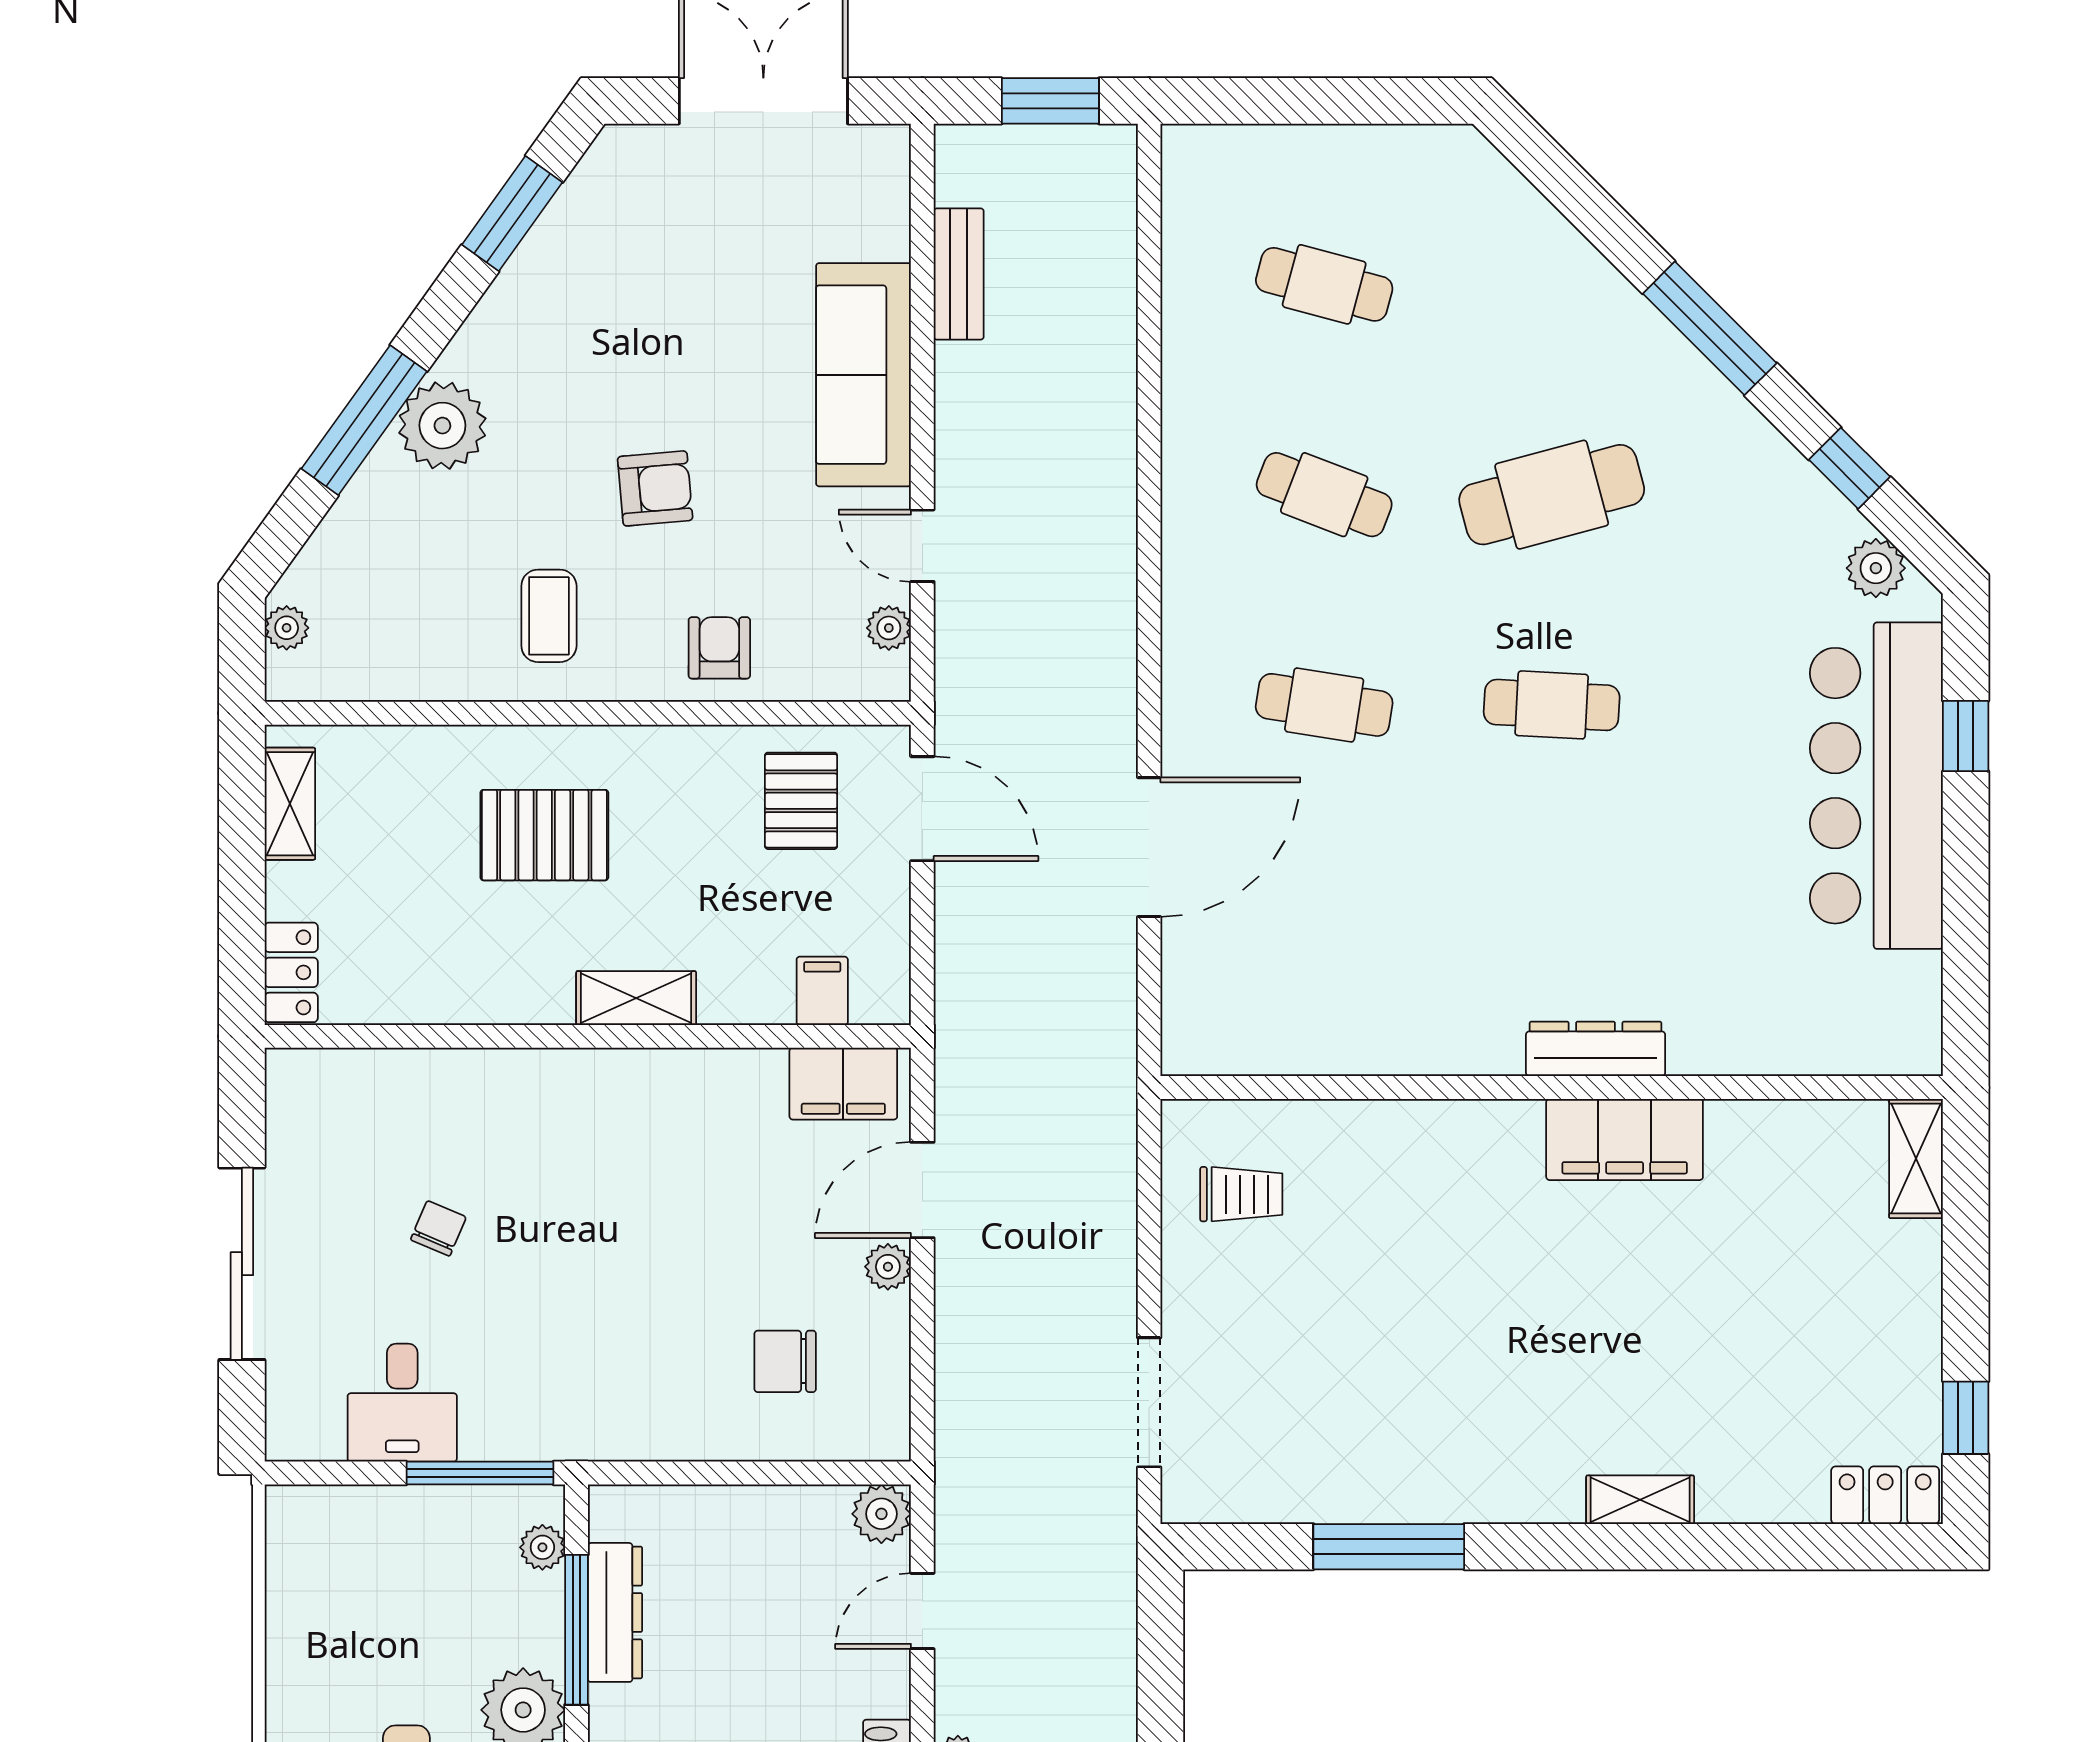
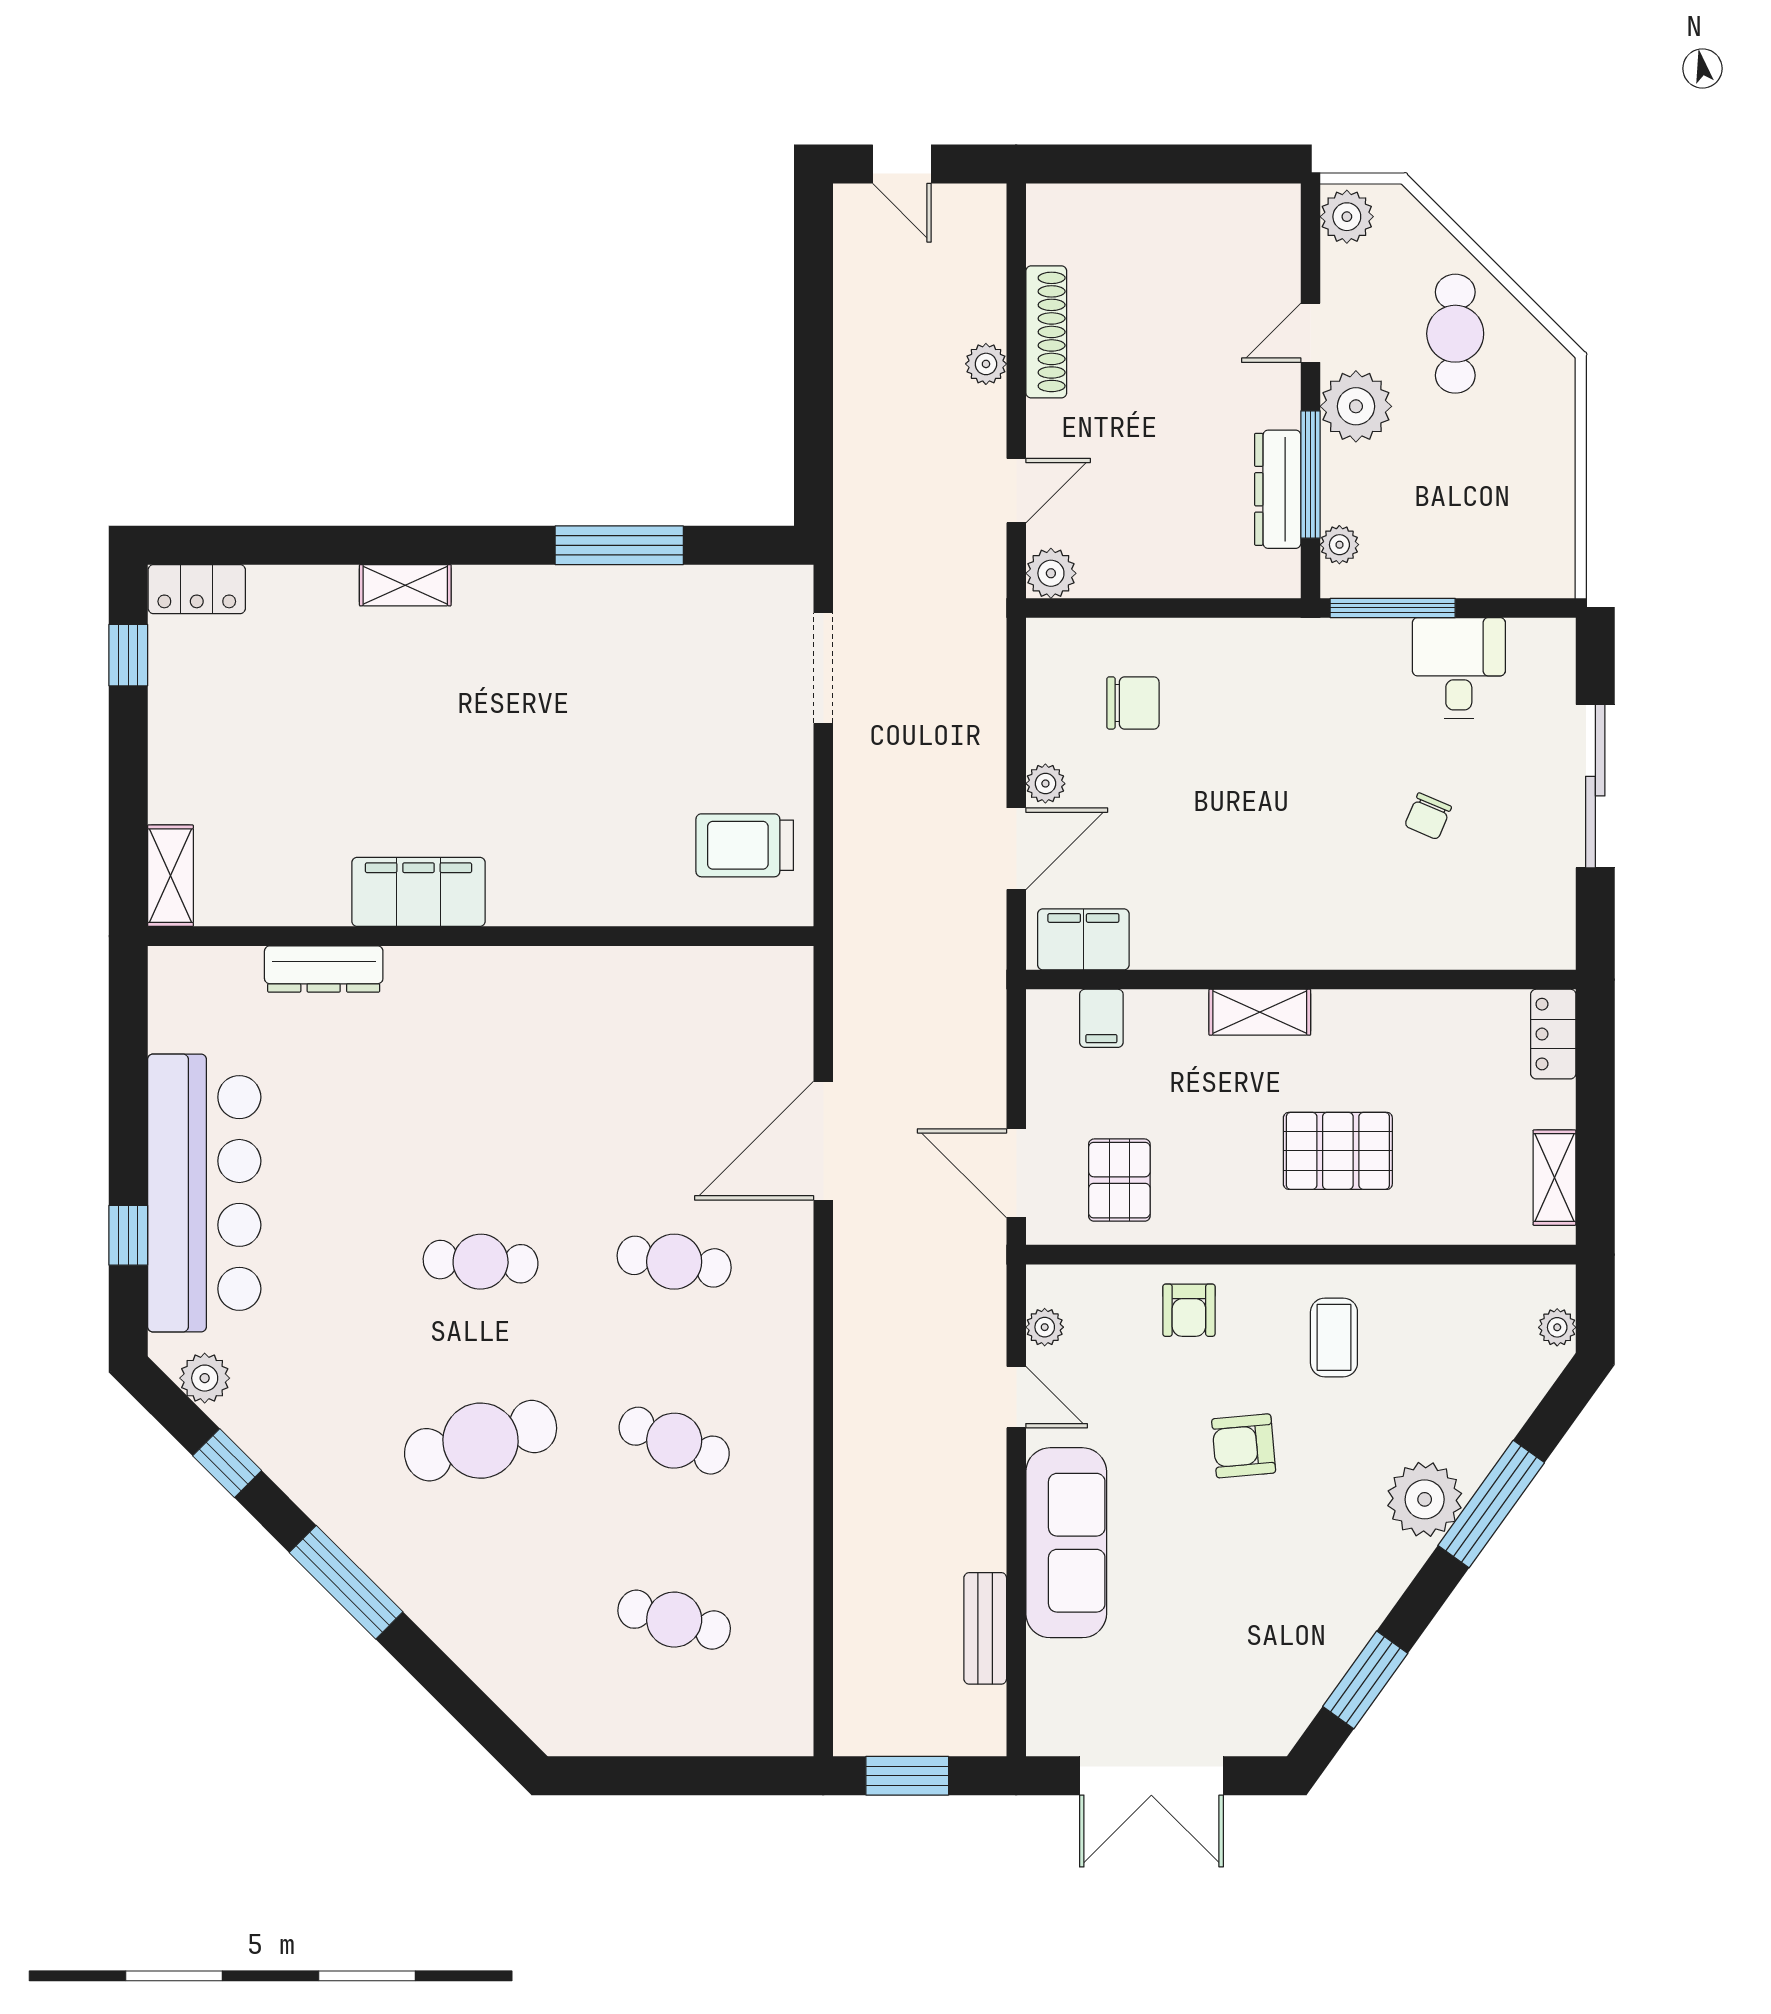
dresser: (1596, 1049) -> (324, 969), moved
trolley: (1241, 1194) -> (745, 845), width x1.36, depth x1.39

